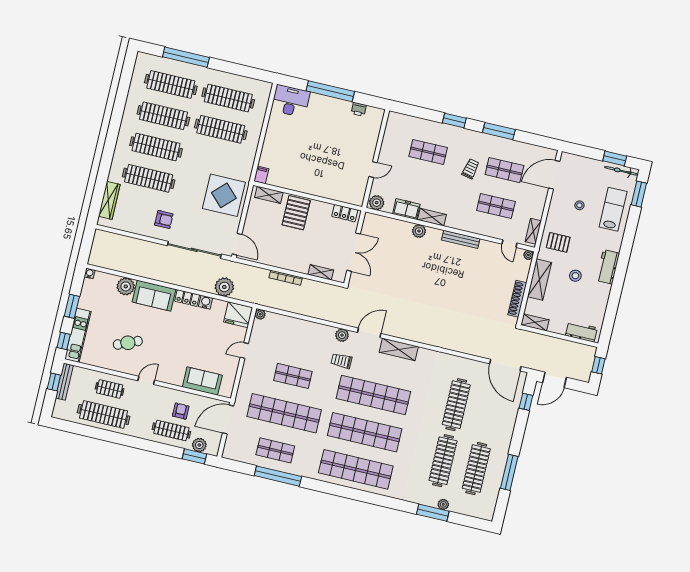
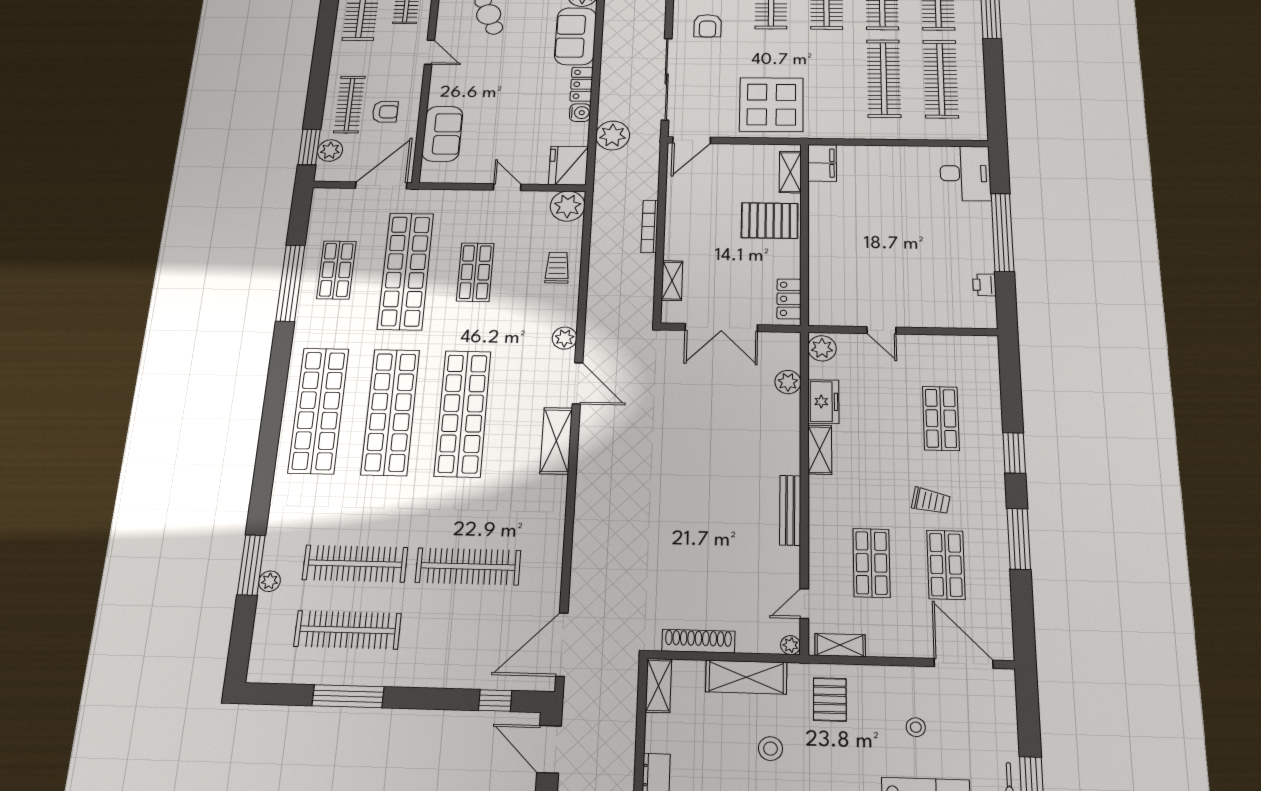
filing cabinet: (261, 175) -> (822, 163), width x2.00
plant: (419, 231) -> (788, 382), moved
plant: (260, 314) -> (568, 206), width x1.87, depth x1.87
trolley: (341, 361) -> (557, 268), moved
door: (228, 419) -> (381, 185), hinge flipped

